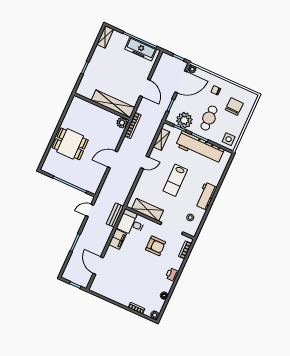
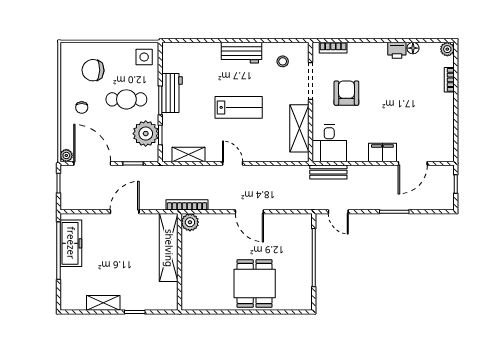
shelving: (105, 37) -> (103, 303), moved
workbench: (200, 148) -> (172, 93), width x0.53, depth x0.76
filing cabinet: (118, 239) -> (382, 152), moved
printer: (172, 275) -> (397, 50), moved

